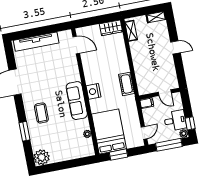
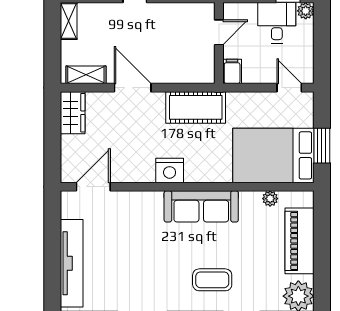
door: (129, 55) -> (133, 88), added
cot: (127, 84) -> (196, 107), width x1.37, depth x1.34
nightstand: (94, 91) -> (170, 170), moved
window: (169, 145) -> (322, 44), removed
piano: (69, 153) -> (300, 241), added

